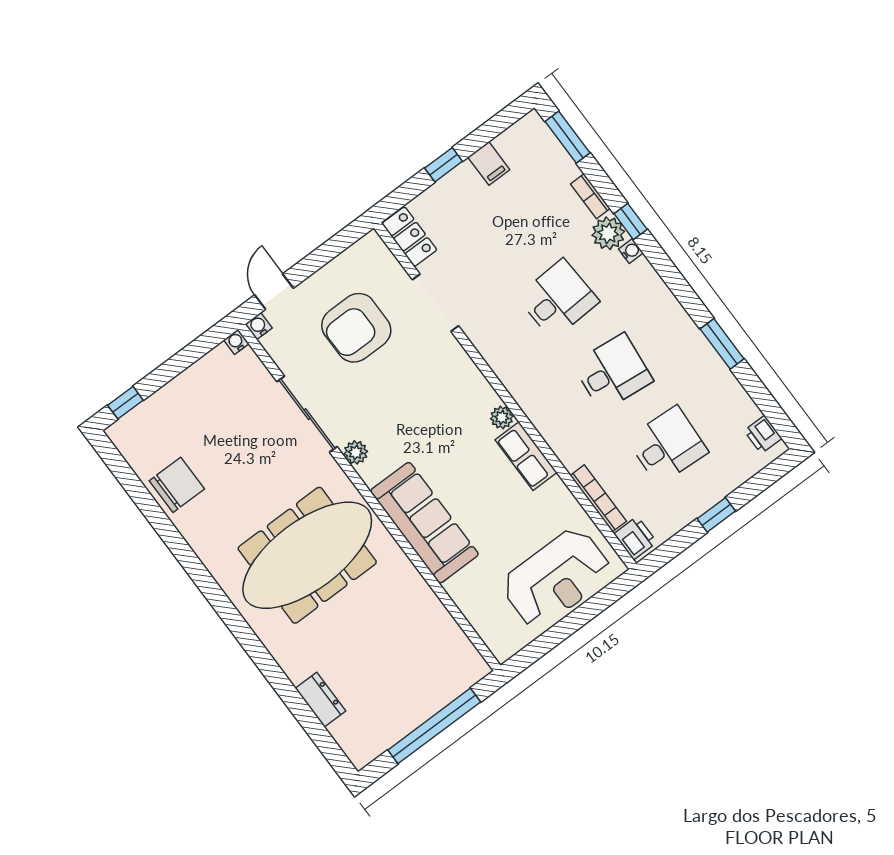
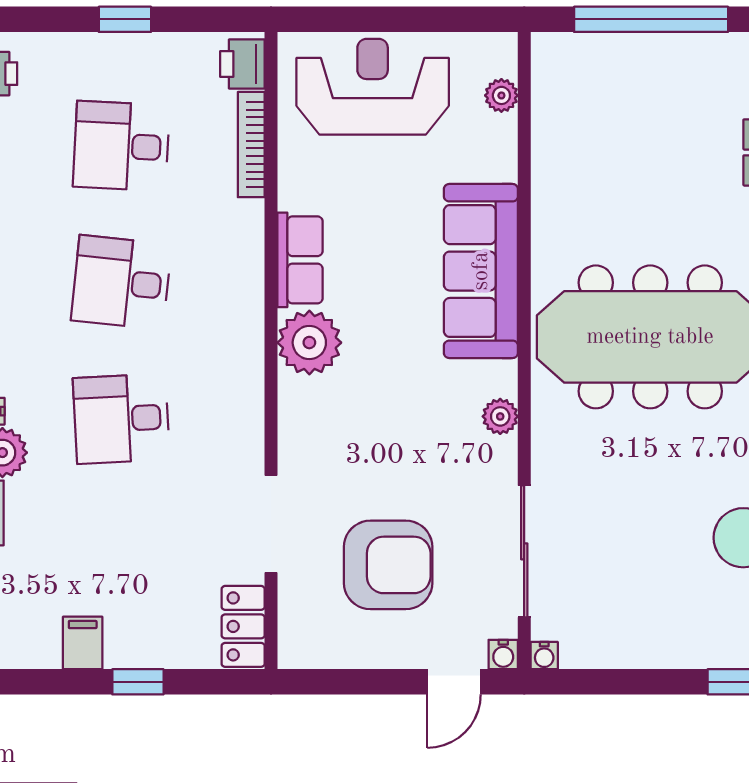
sliding door: (307, 414) -> (524, 551), moved
plant: (502, 417) -> (309, 343), width x1.88, depth x1.88
plant: (484, 625) -> (501, 95), added

